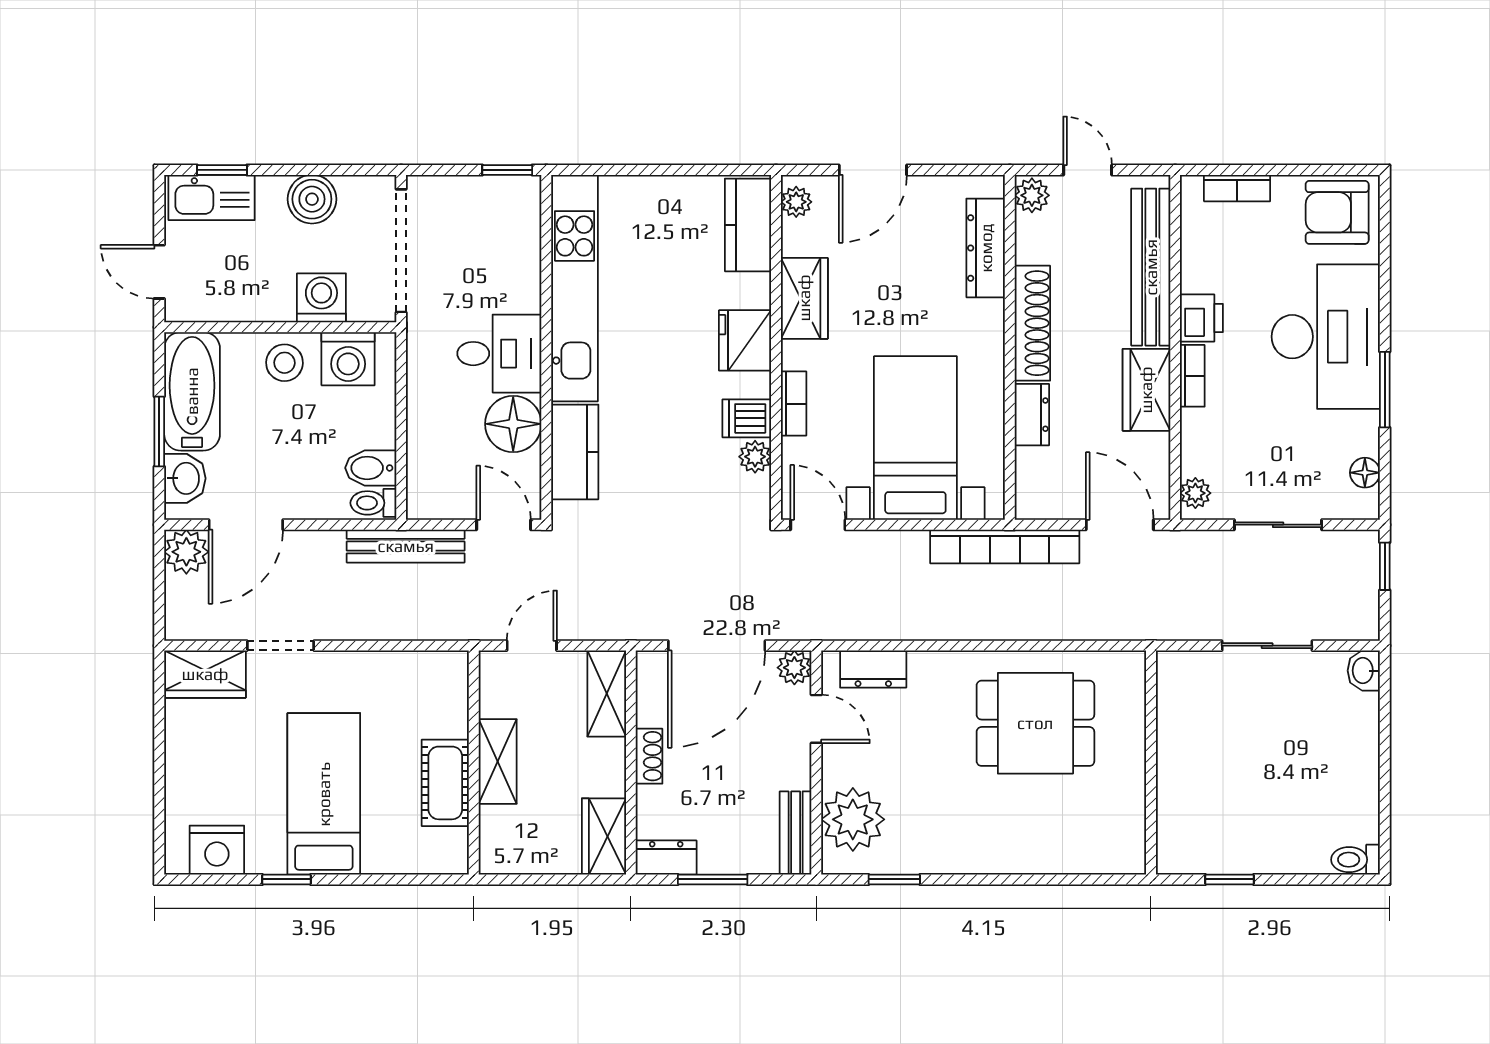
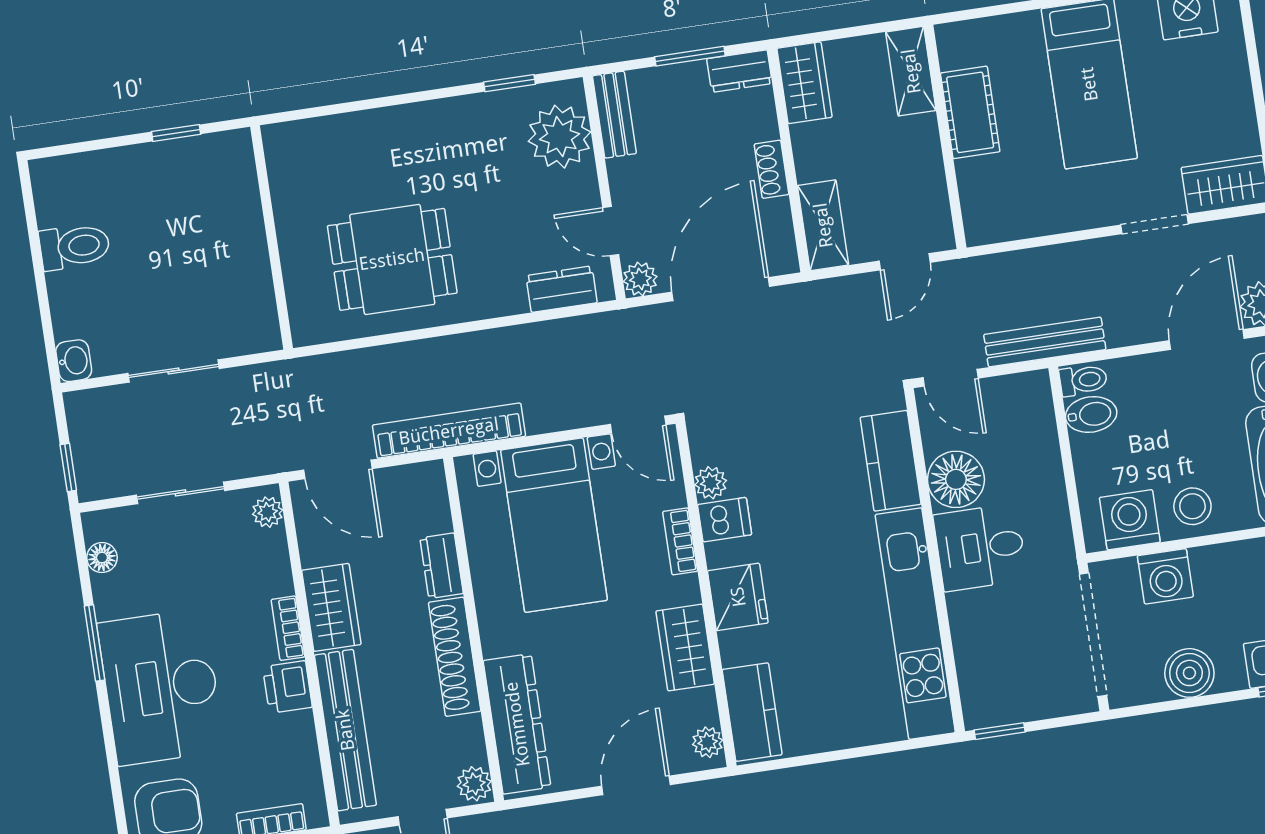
dresser: (986, 248) -> (517, 724), width x1.37, depth x1.24
shelving: (498, 762) -> (911, 71), moved
toilet: (1355, 860) -> (75, 247), moved, width x1.37, depth x1.39

